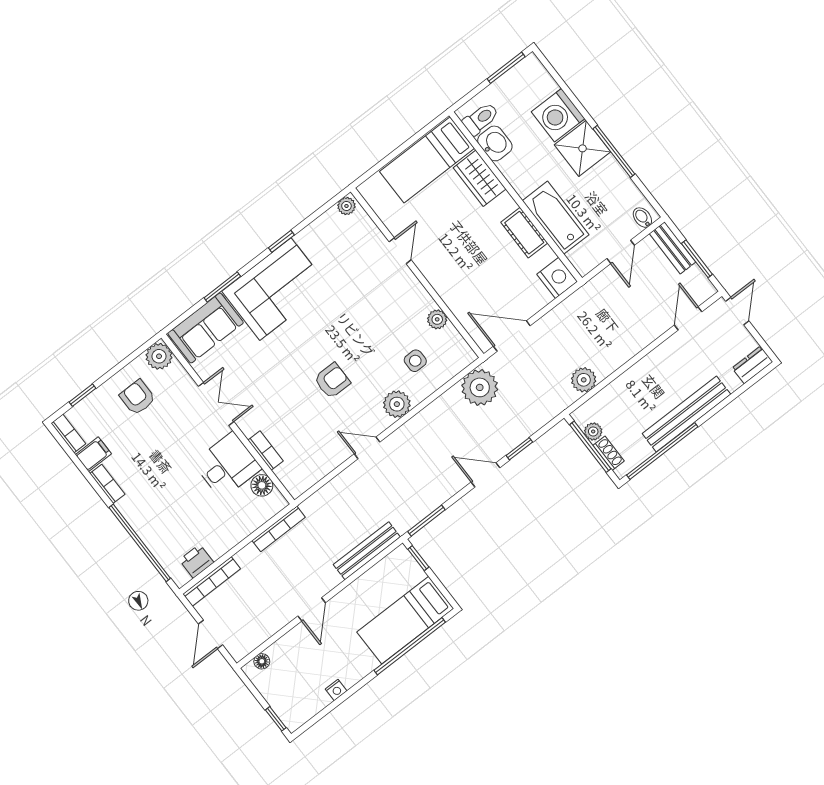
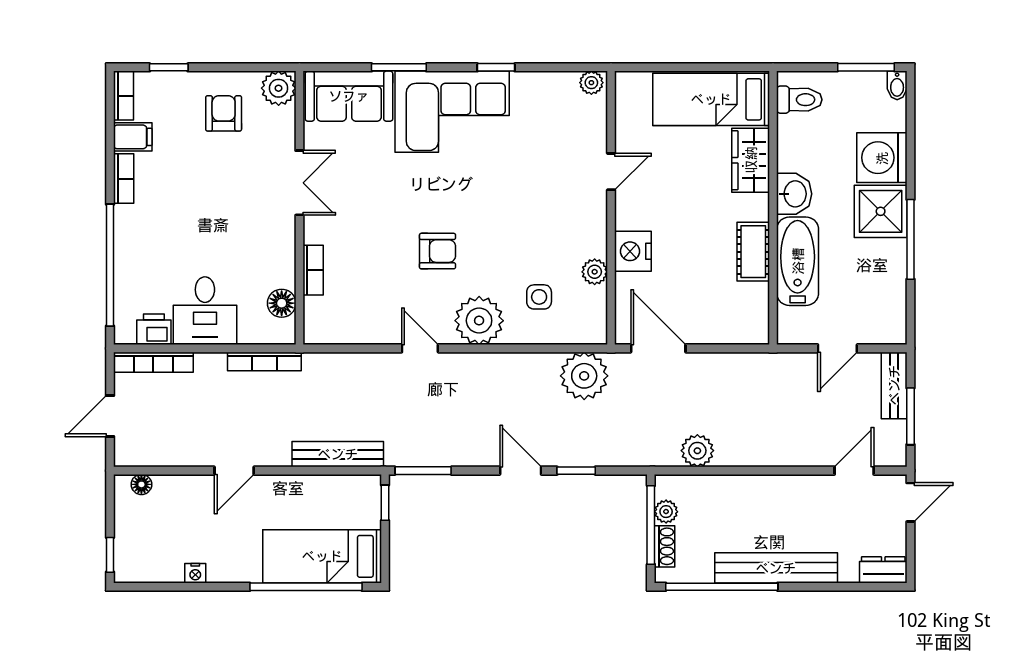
washbasin: (495, 143) -> (794, 194), moved
bidet: (642, 218) -> (897, 85), moved, turned 180
nightstand: (557, 278) -> (633, 251), moved, turned 180
plant: (397, 404) -> (479, 321), width x1.36, depth x1.36
desk: (227, 465) -> (205, 311), moved, turned 90

